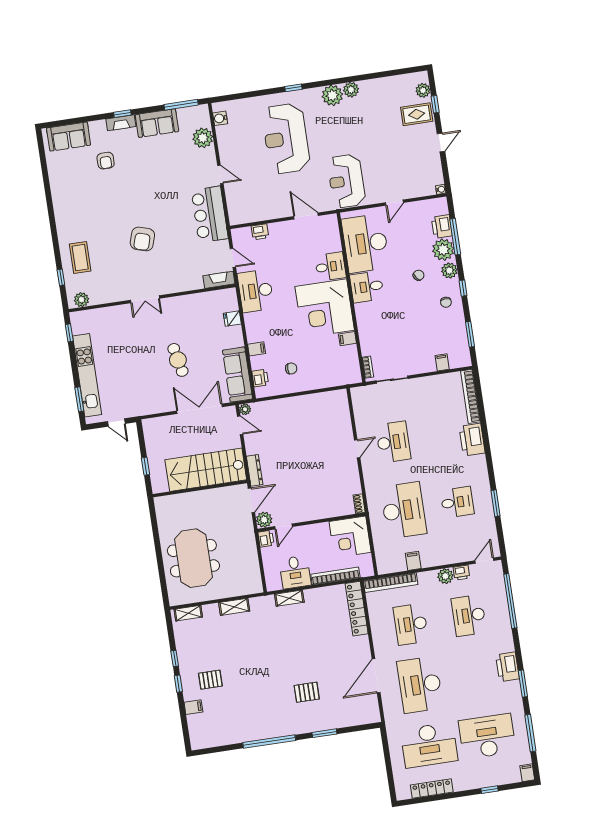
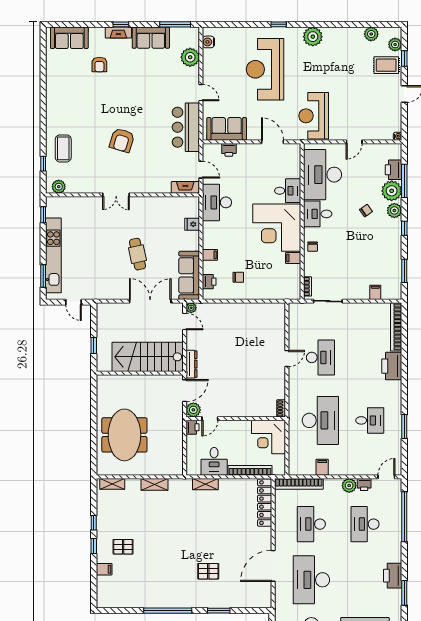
plant: (351, 90) -> (371, 34), moved
sofa: (254, 210) -> (227, 129), added
chair: (446, 302) -> (313, 247), moved

